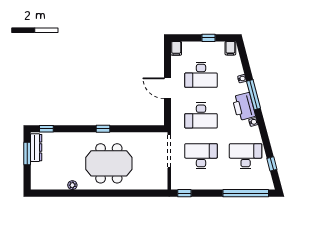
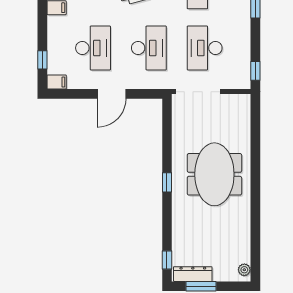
window: (208, 38) -> (42, 60), moved
plant: (72, 185) -> (244, 270), moved

